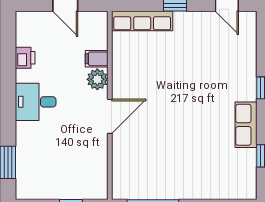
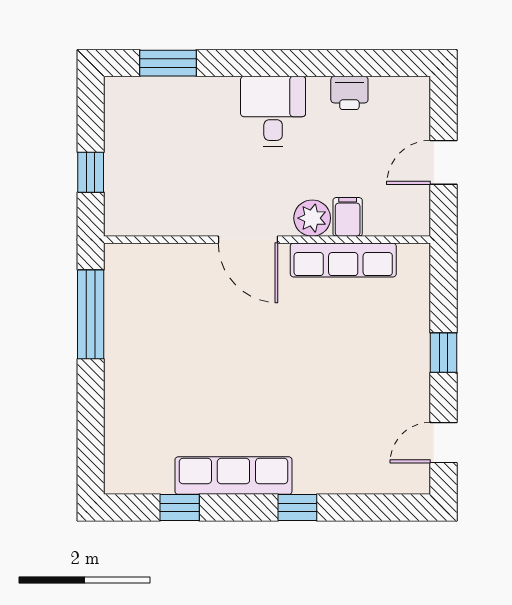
row of seats: (142, 21) -> (343, 260), moved, turned -90
row of seats: (246, 125) -> (233, 476), width x1.48

